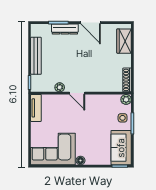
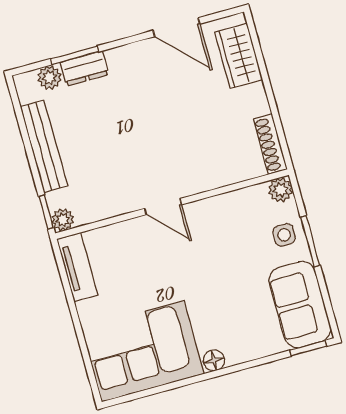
door: (91, 23) -> (176, 27), moved
plant: (46, 29) -> (49, 78), added
dresser: (65, 29) -> (85, 68), width x0.70
plant: (60, 87) -> (63, 220), moved

